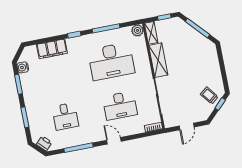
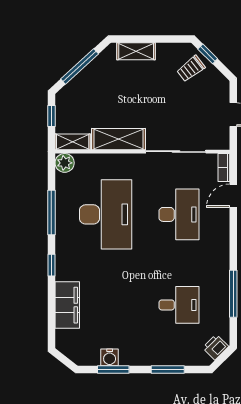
shelving: (213, 60) -> (136, 51), added
water cooler: (23, 67) -> (110, 357), moved
door: (114, 141) -> (233, 196), moved

